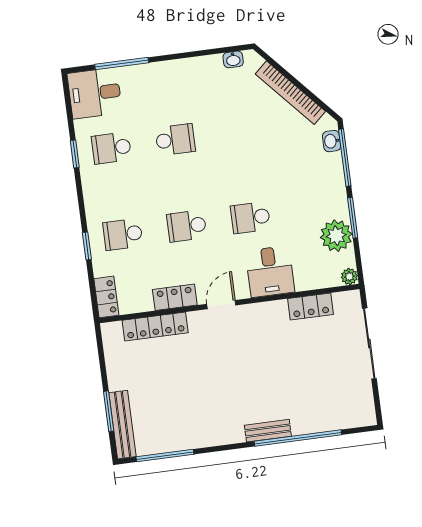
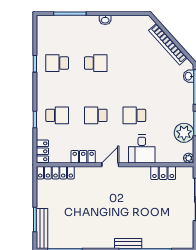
washbasin: (233, 59) -> (105, 20), moved
desk: (95, 93) -> (51, 29), removed
school desk: (123, 234) -> (57, 115), turned 180
locker: (155, 327) -> (56, 173), moved

